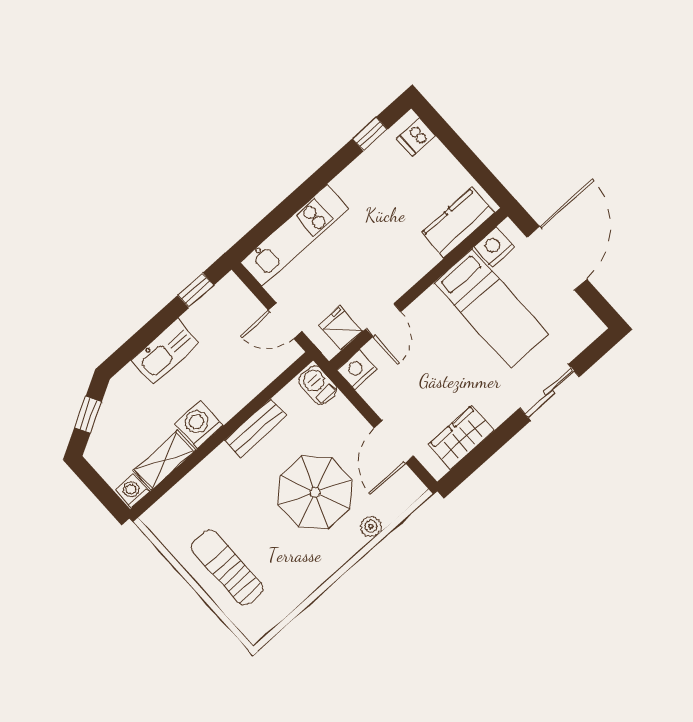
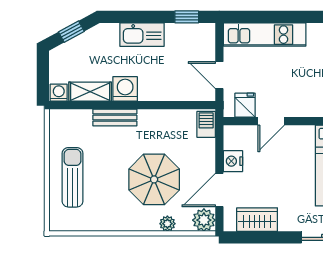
nightstand: (357, 370) -> (233, 161), moved, turned -90
bench: (255, 428) -> (115, 118), moved
plant: (406, 488) -> (204, 220), added

